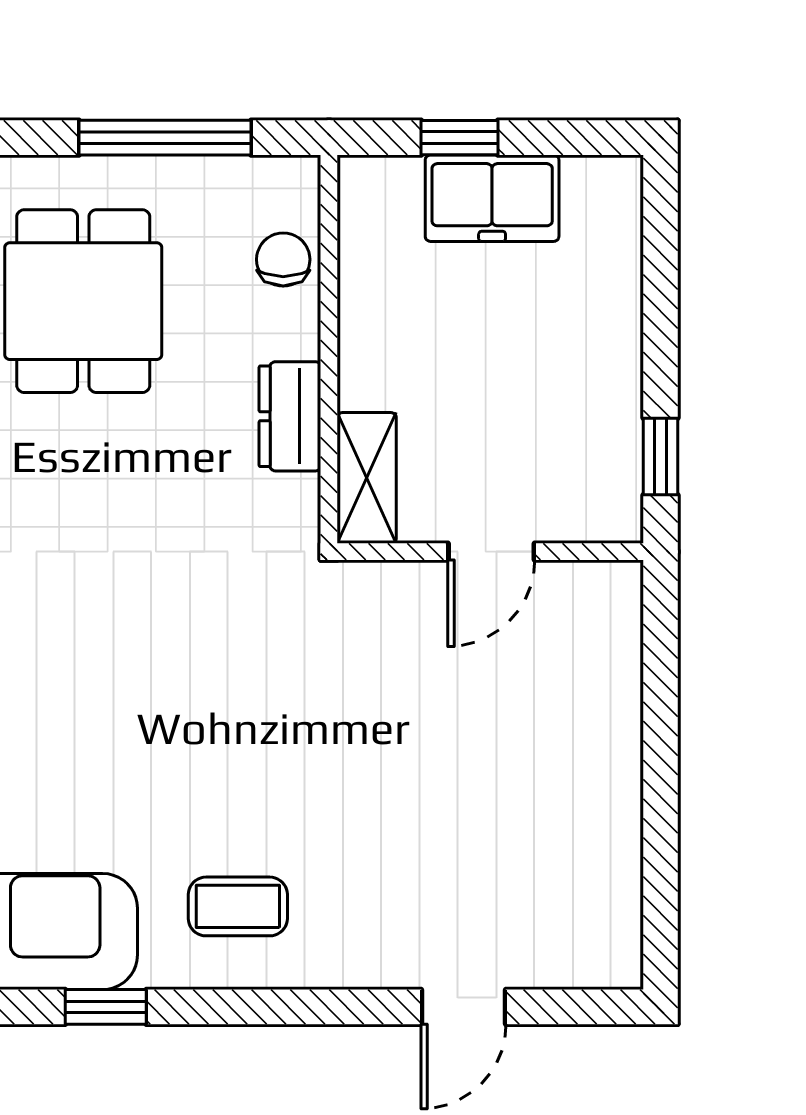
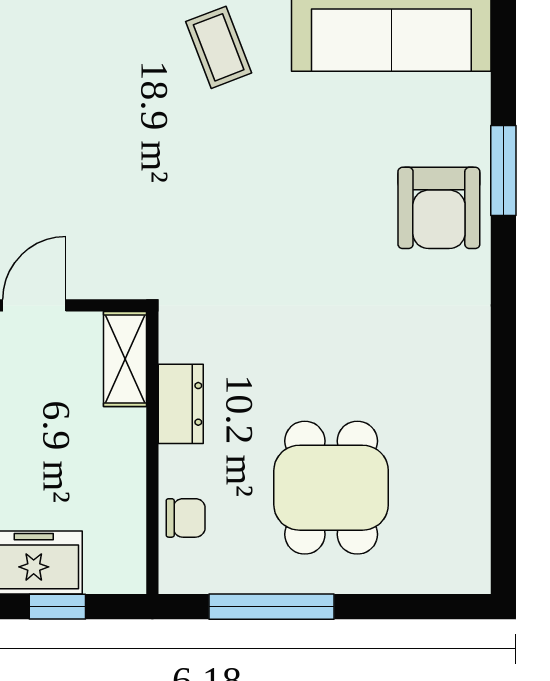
chair: (283, 259) -> (186, 518), turned -90
coffee table: (238, 906) -> (219, 47), turned 69

